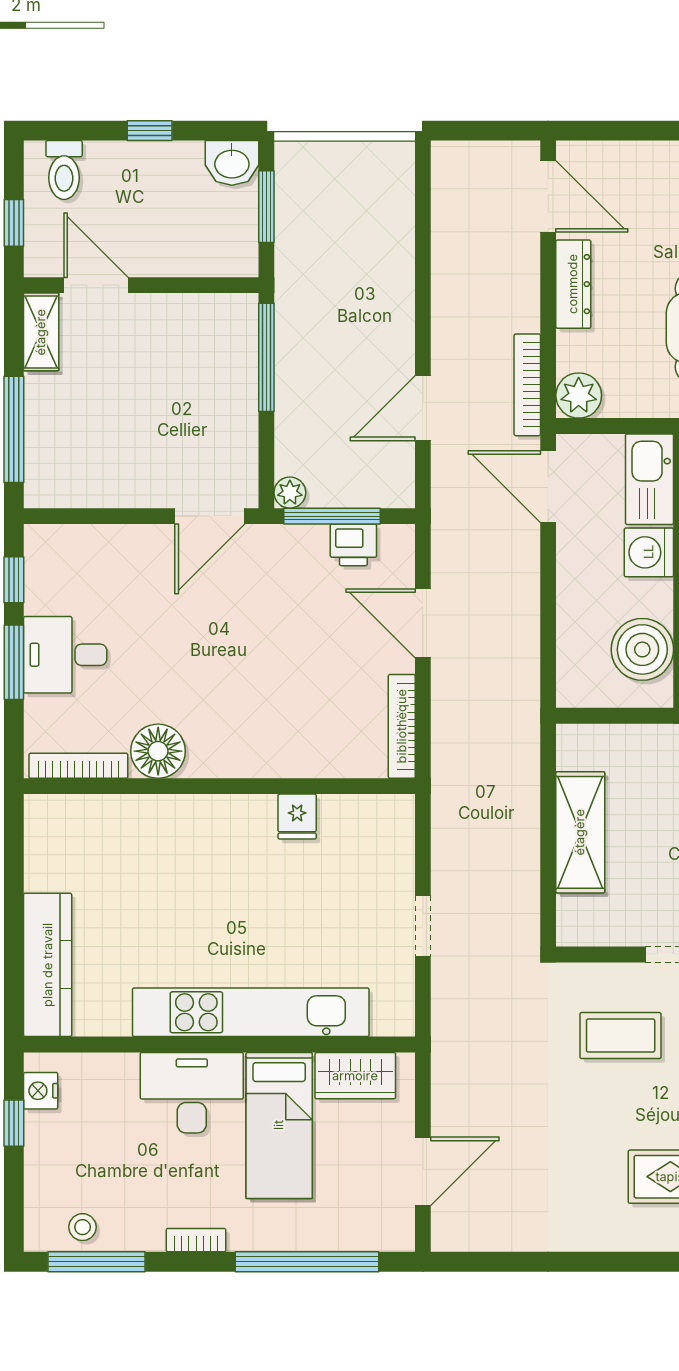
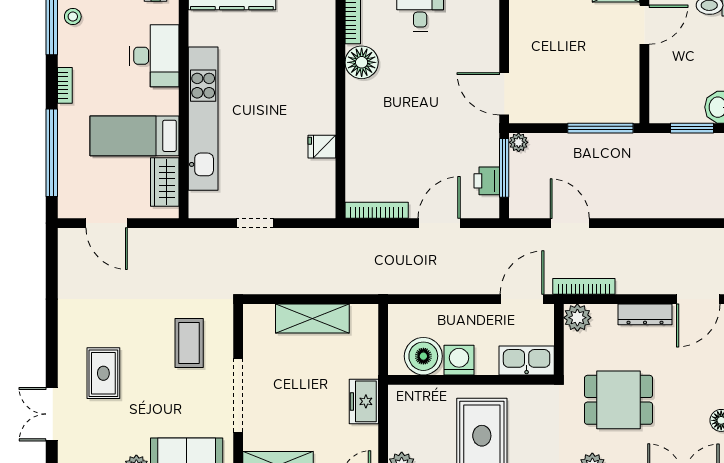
washing machine: (649, 552) -> (459, 360), moved
desk: (192, 1093) -> (154, 56), moved

